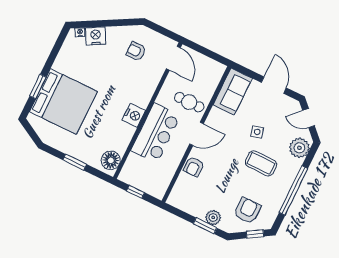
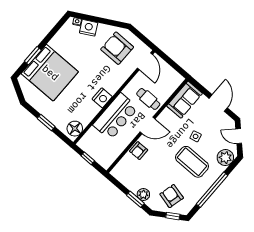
armchair: (136, 51) -> (117, 48), width x1.88, depth x1.88
coffee table: (261, 163) -> (192, 162), width x1.36, depth x1.32
armchair: (247, 211) -> (172, 196), turned -76

